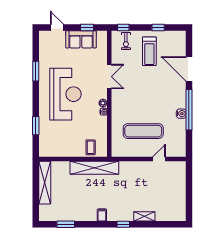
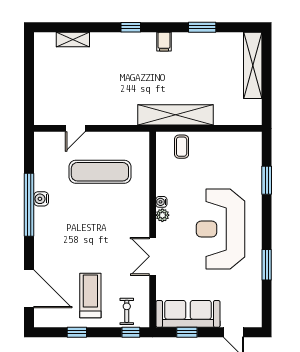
sofa: (81, 39) -> (188, 314), width x1.36
door: (189, 69) -> (29, 289), moved
shelving: (45, 183) -> (253, 65), moved
shelving: (144, 216) -> (73, 39), moved
window: (66, 224) -> (202, 27), moved

